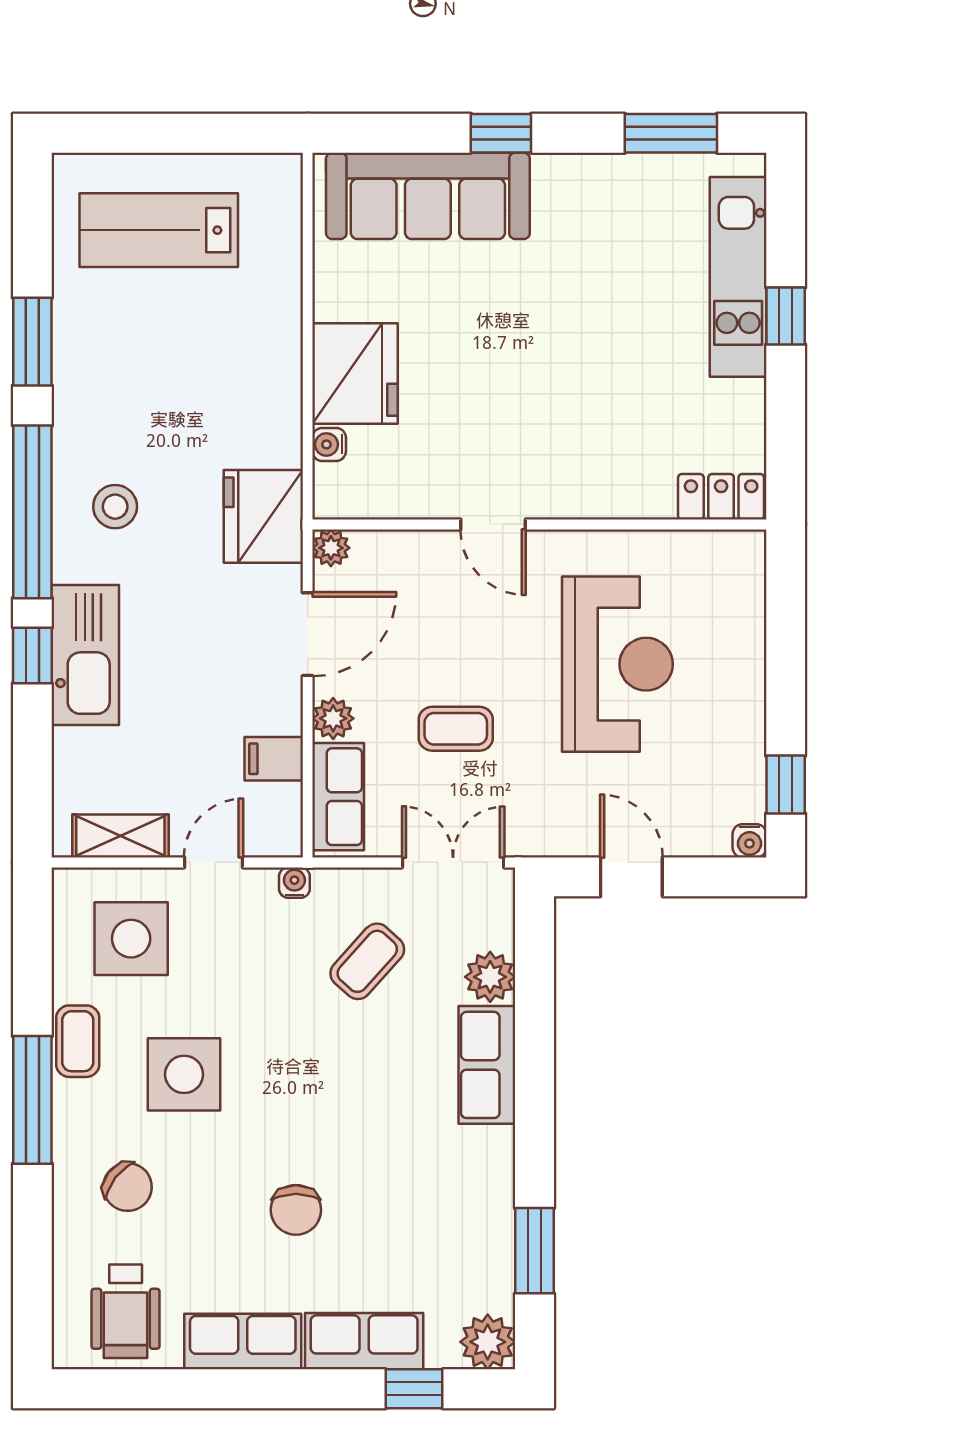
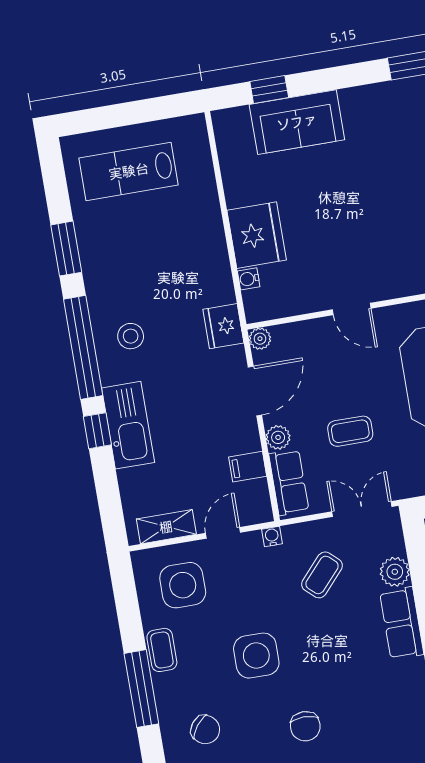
window: (501, 133) -> (269, 90), moved
sofa: (428, 196) -> (297, 122), width x0.73
fridge: (263, 516) -> (223, 326), width x0.73, depth x0.75
side table: (184, 1074) -> (256, 656), moved

